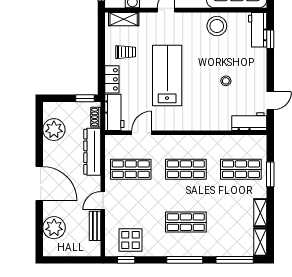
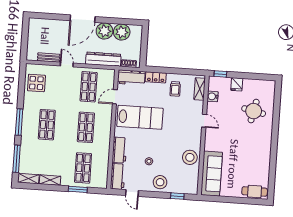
workbench: (258, 30) -> (119, 150), moved, turned 90
stool: (253, 64) -> (160, 182), added
lab bench: (167, 76) -> (140, 117), moved
window: (85, 98) -> (143, 57), removed
door: (142, 133) -> (115, 97), swing flipped
plant: (54, 228) -> (104, 31), moved
window: (126, 260) -> (22, 79), removed

